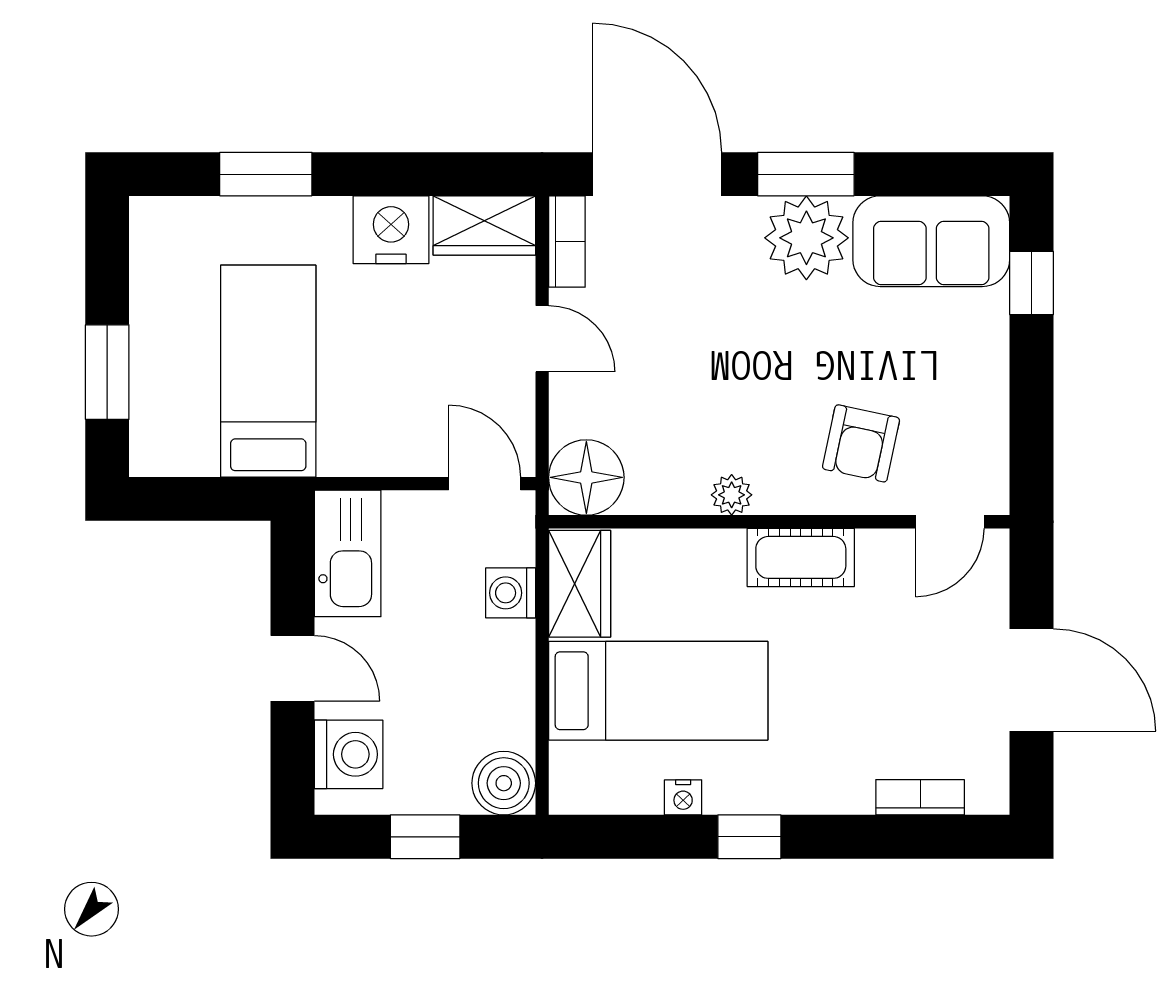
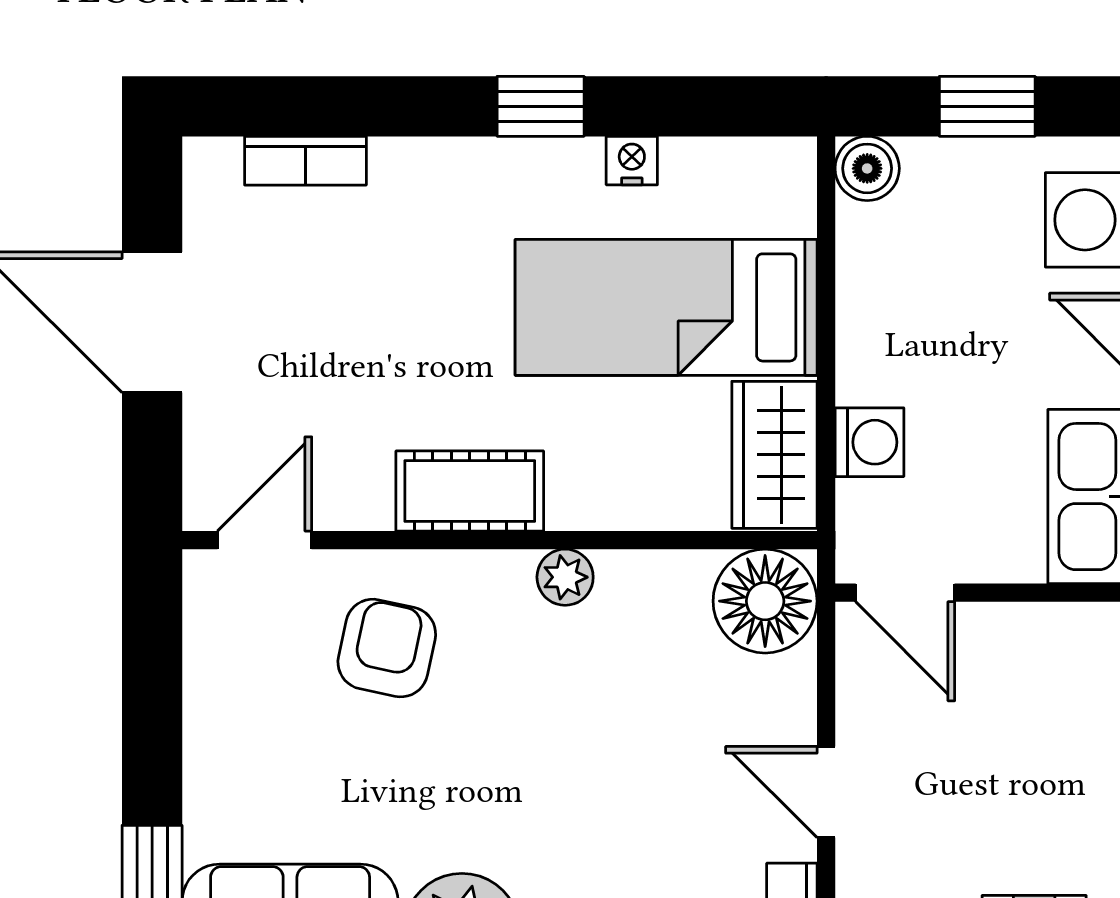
boiler: (504, 783) -> (867, 168), width x0.73, depth x0.73

